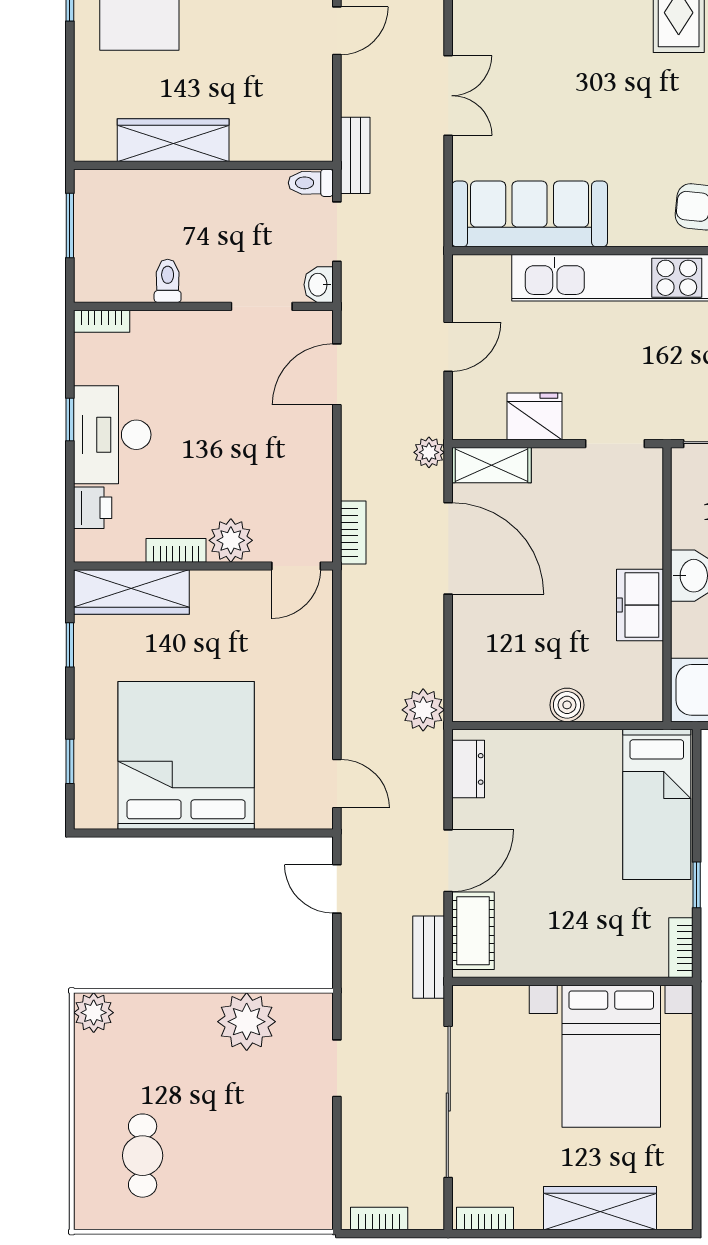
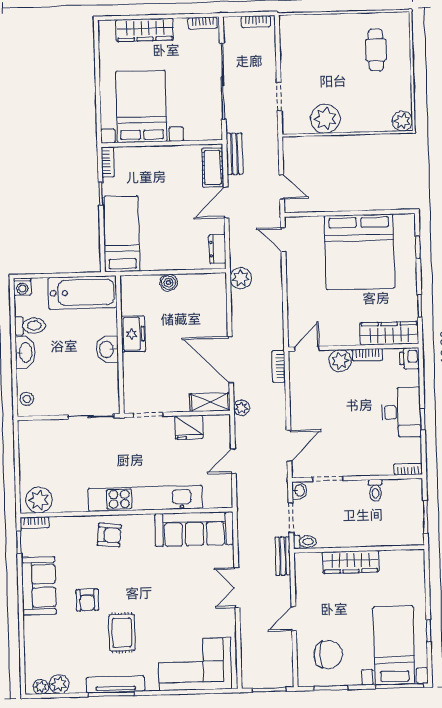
wardrobe: (173, 140) -> (351, 562), moved
printer: (93, 508) -> (410, 358), moved

